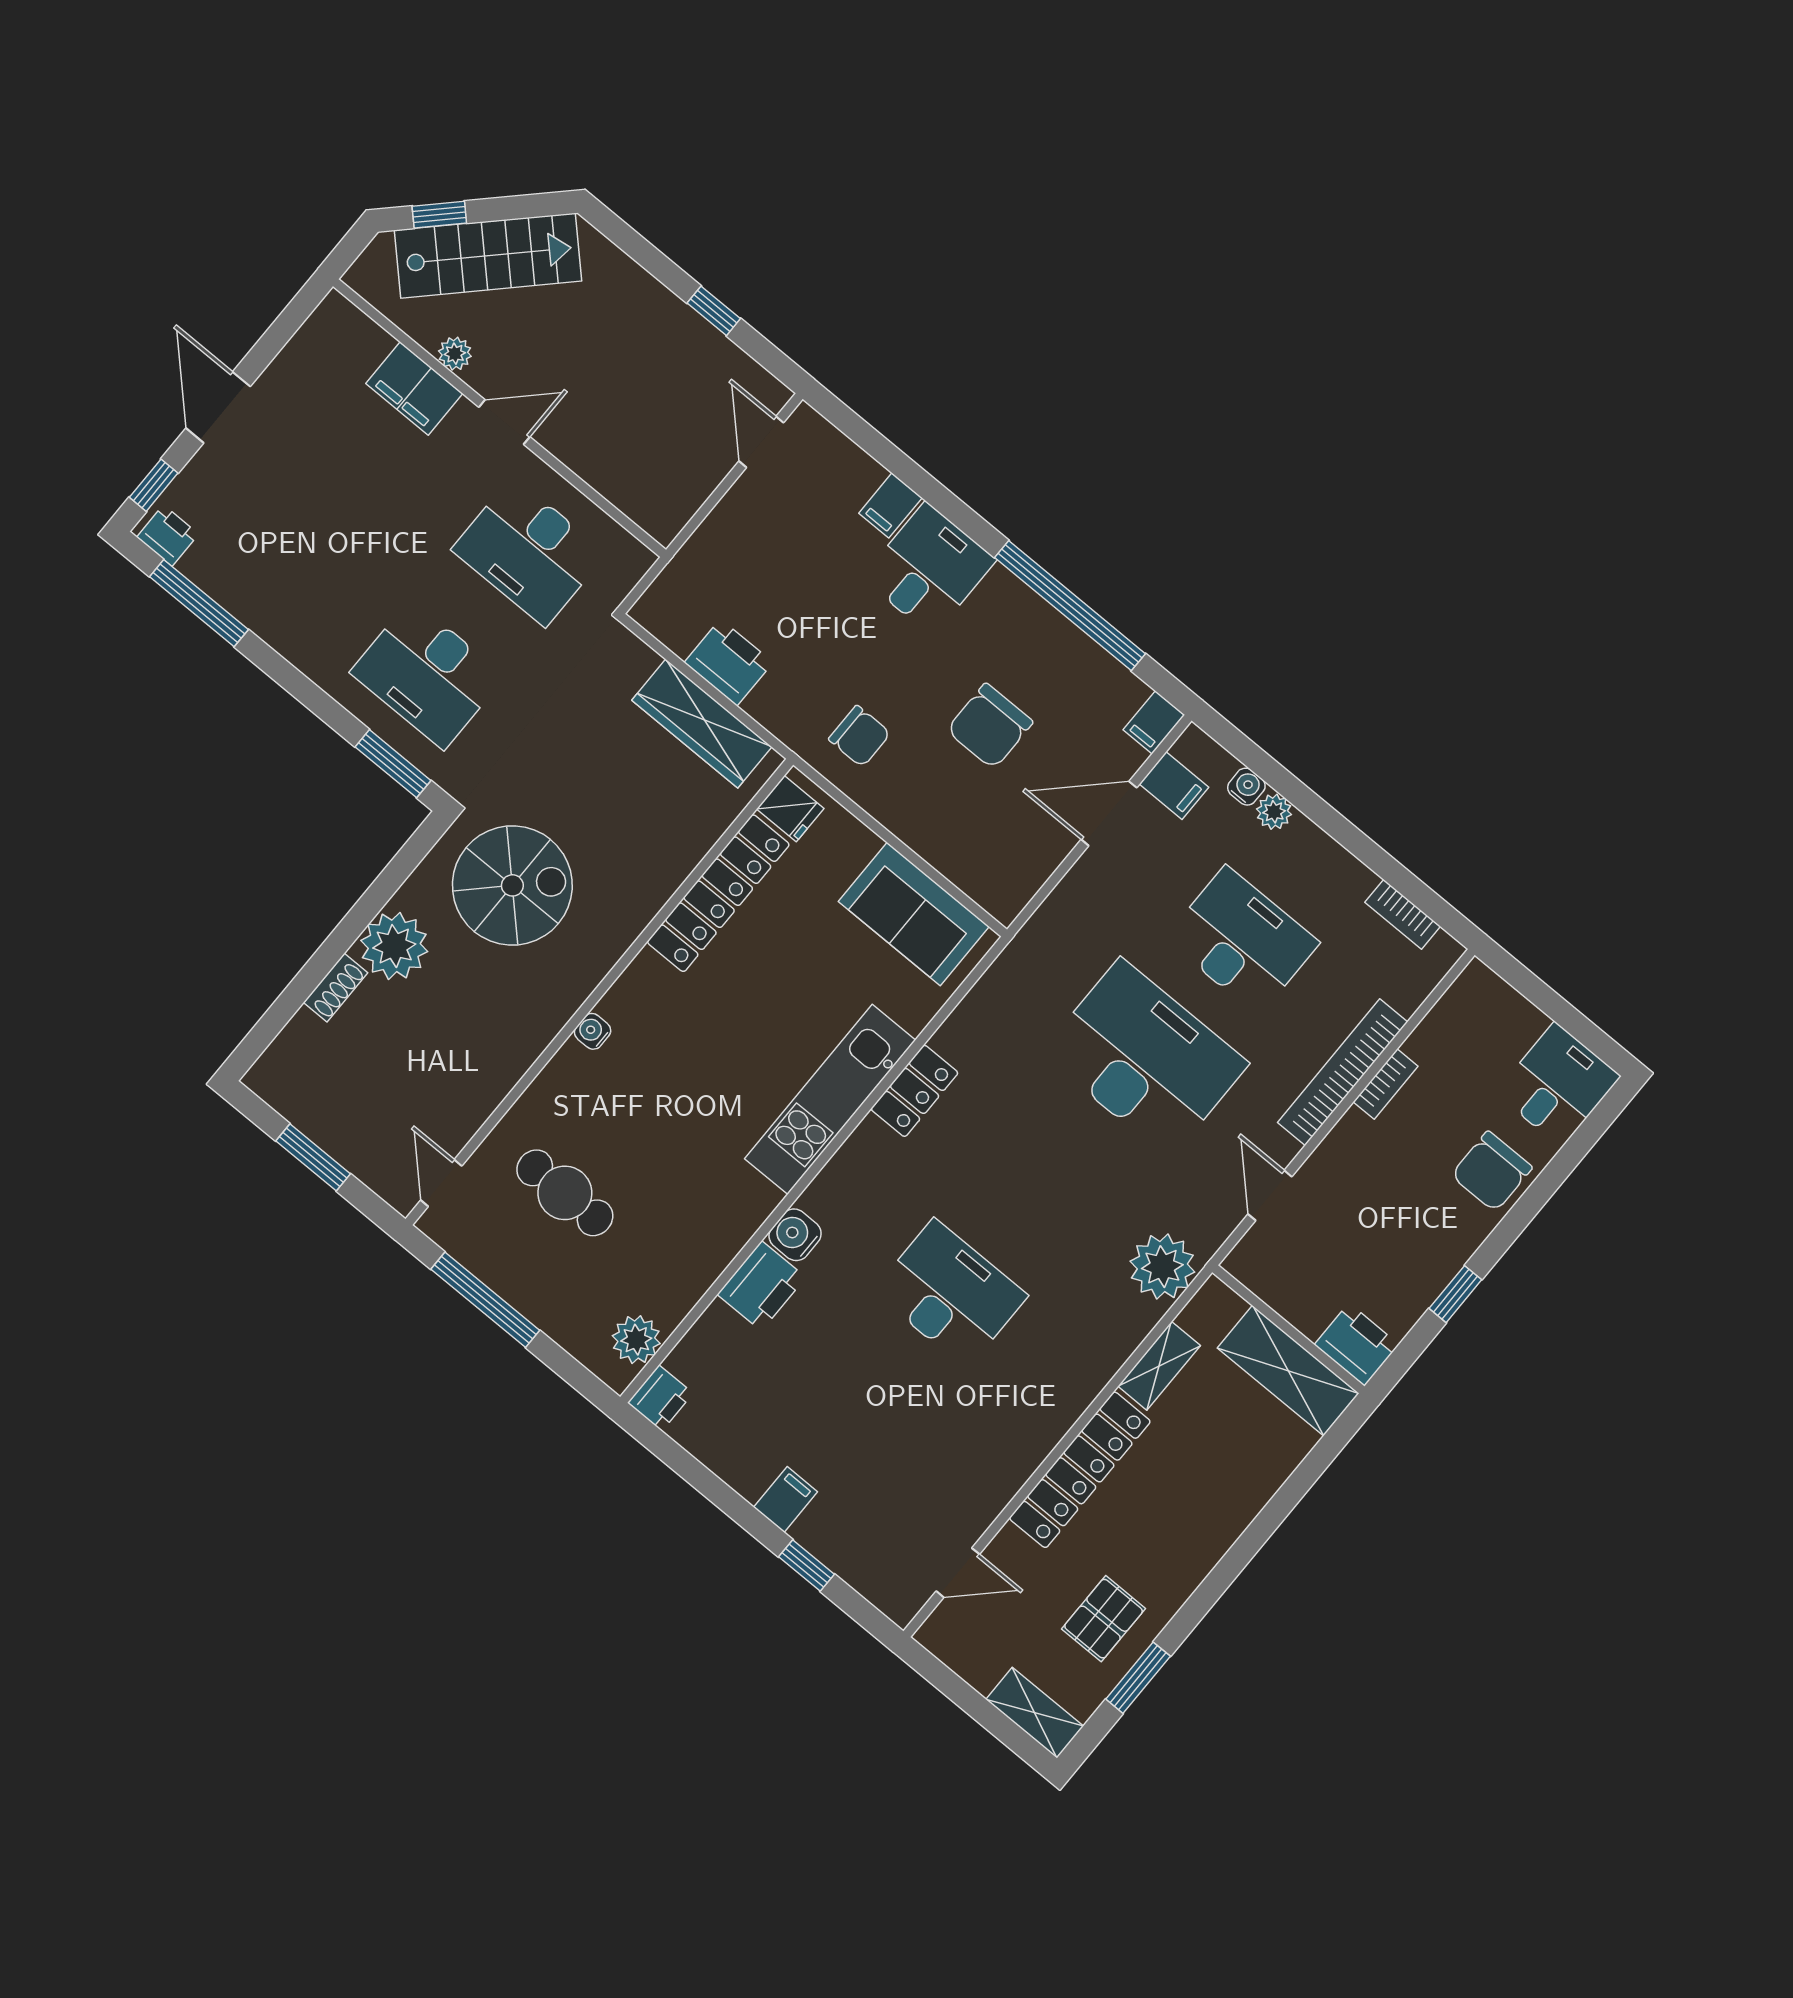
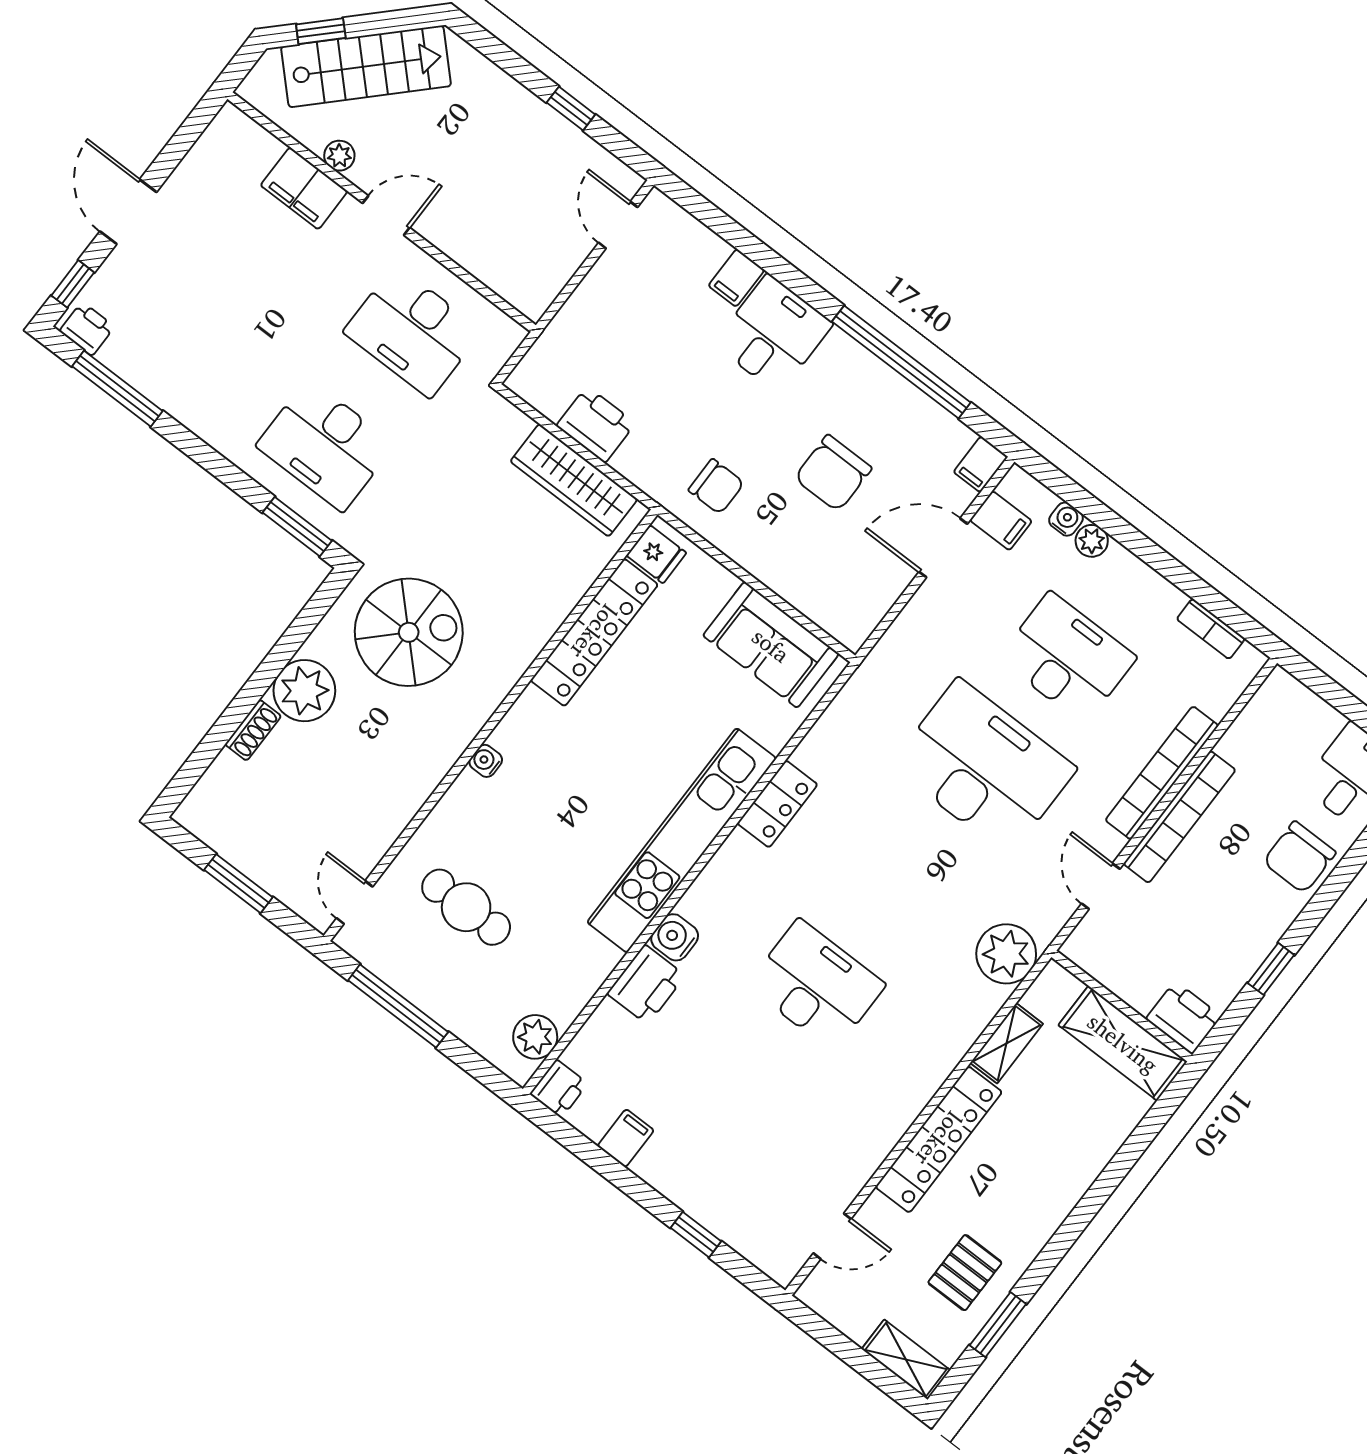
bookcase: (1386, 1084) -> (1179, 817), width x2.31, depth x1.31
kitchen unit: (830, 1099) -> (682, 840), width x1.36
filing cabinet: (786, 1500) -> (626, 1138), moved

